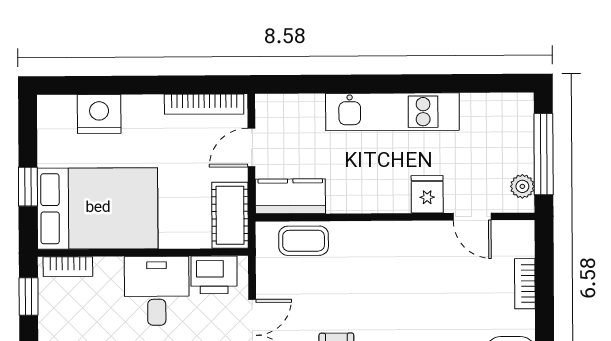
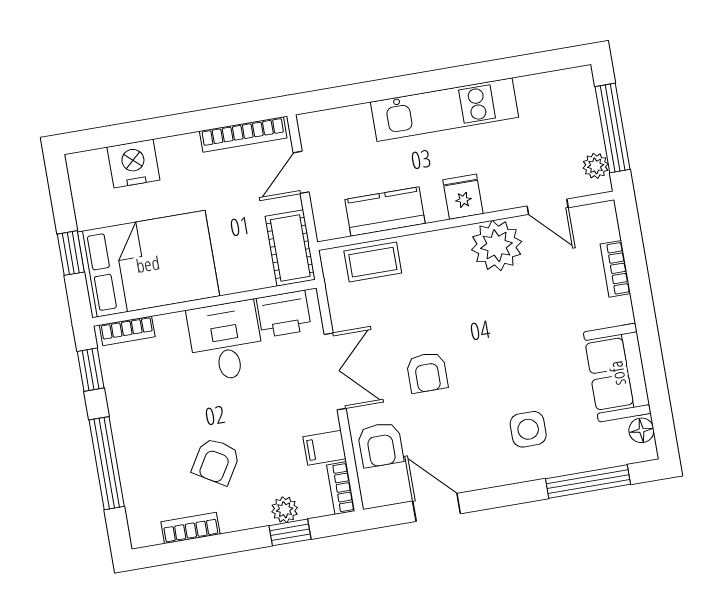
fridge: (427, 194) -> (463, 197), moved
kitchen counter: (290, 196) -> (385, 211), moved
plant: (419, 244) -> (497, 246), added

